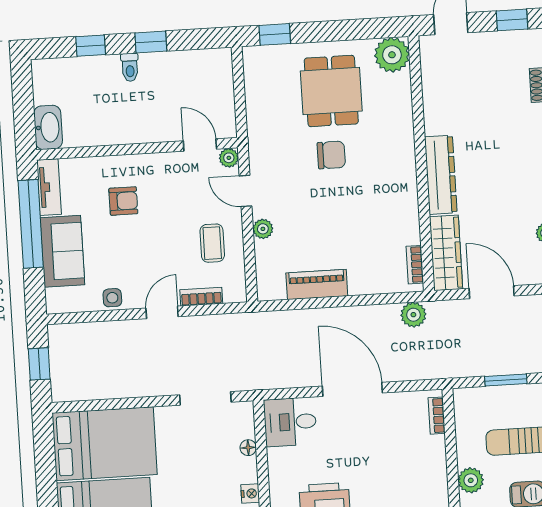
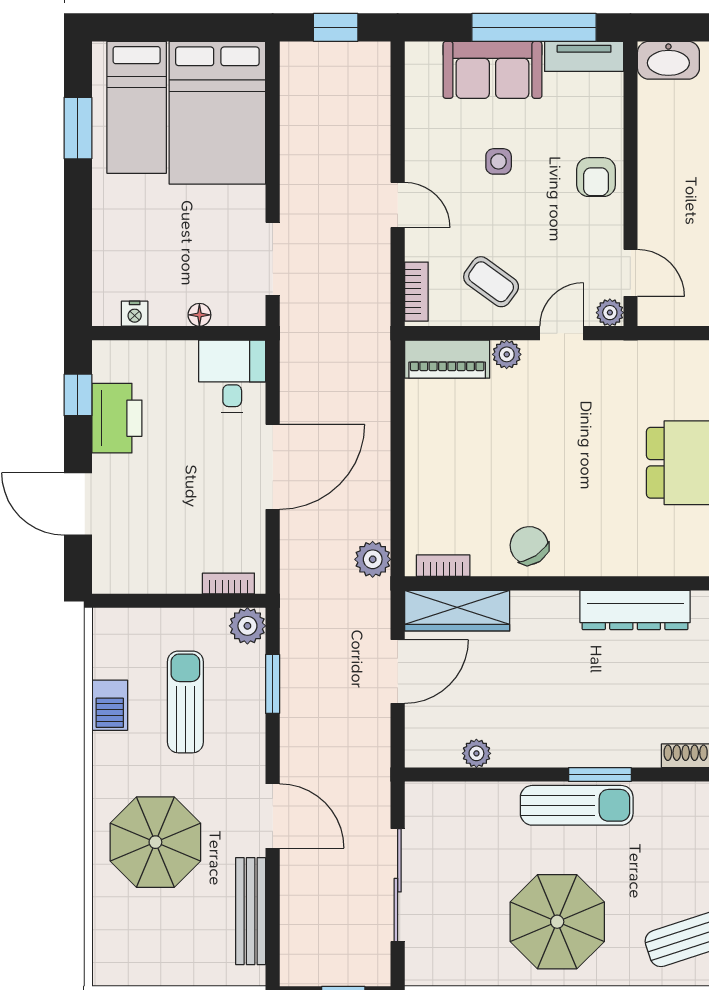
door: (200, 145) -> (630, 273), hinge flipped
chair: (331, 155) -> (529, 546), moved, turned 146
dresser: (441, 175) -> (635, 610), moved
armchair: (123, 201) -> (596, 177), moved
coffee table: (212, 243) -> (491, 282), turned 36
piano: (317, 284) -> (447, 359), moved, turned 90
bookcase: (201, 297) -> (416, 292), moved
side table: (112, 298) -> (499, 161), moved
plant: (471, 480) -> (247, 626), moved

